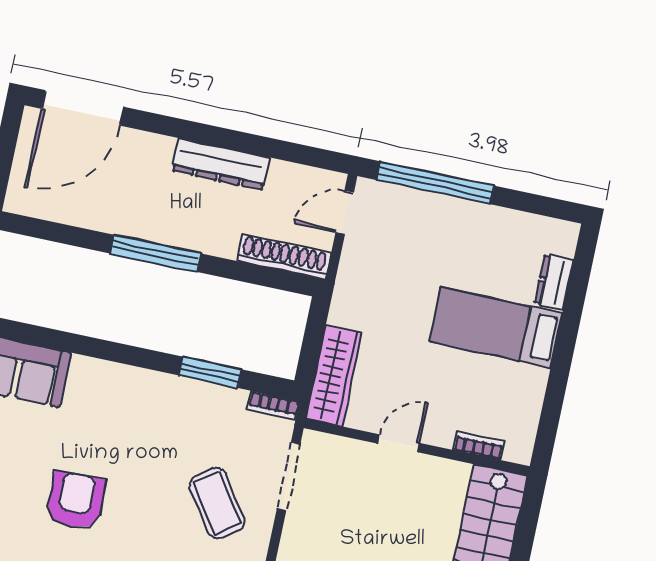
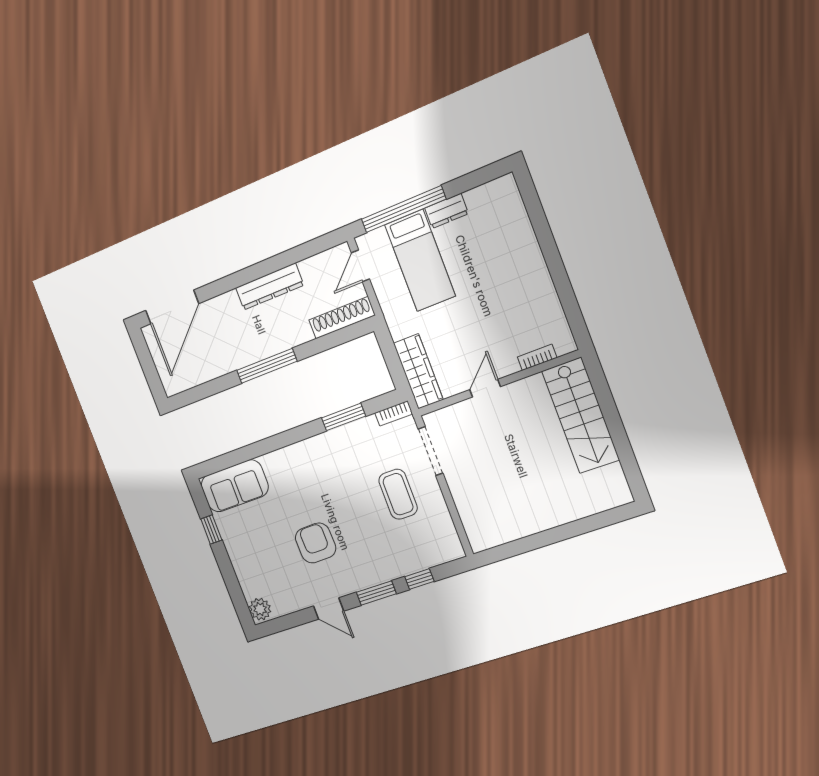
dresser: (554, 282) -> (446, 211), moved, turned -90
bed: (496, 327) -> (420, 260), moved, turned -90
coffee table: (217, 503) -> (398, 494), turned 35

